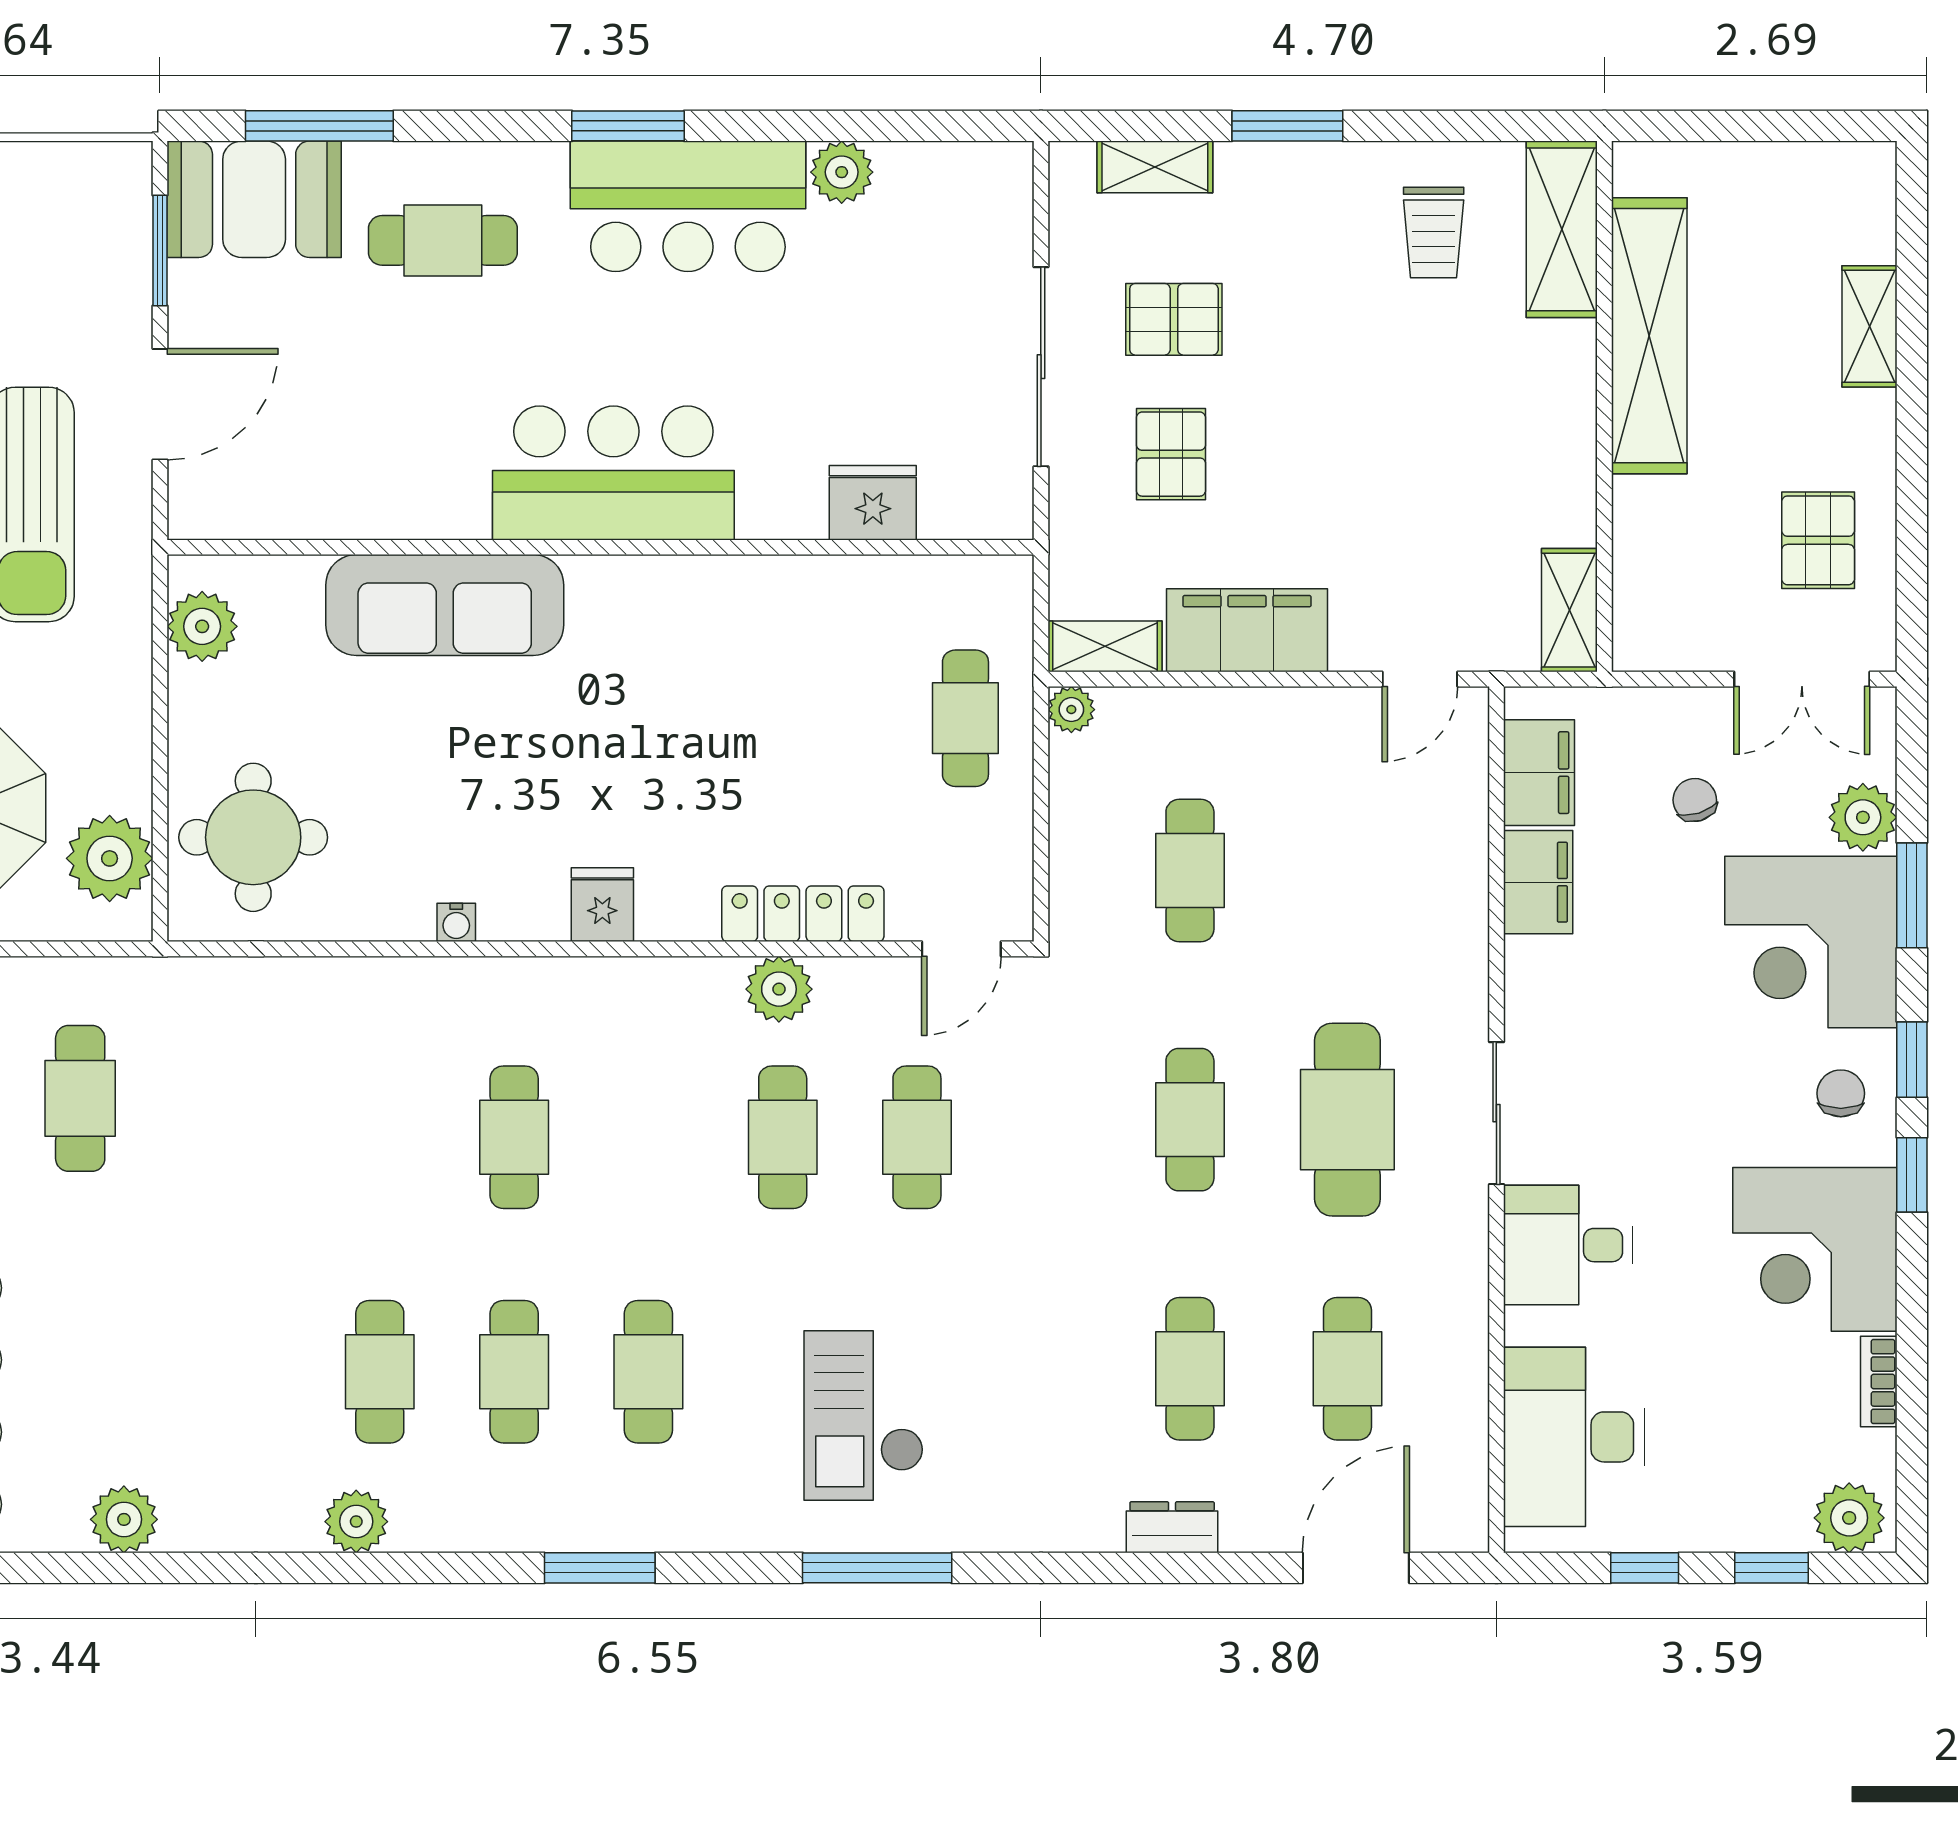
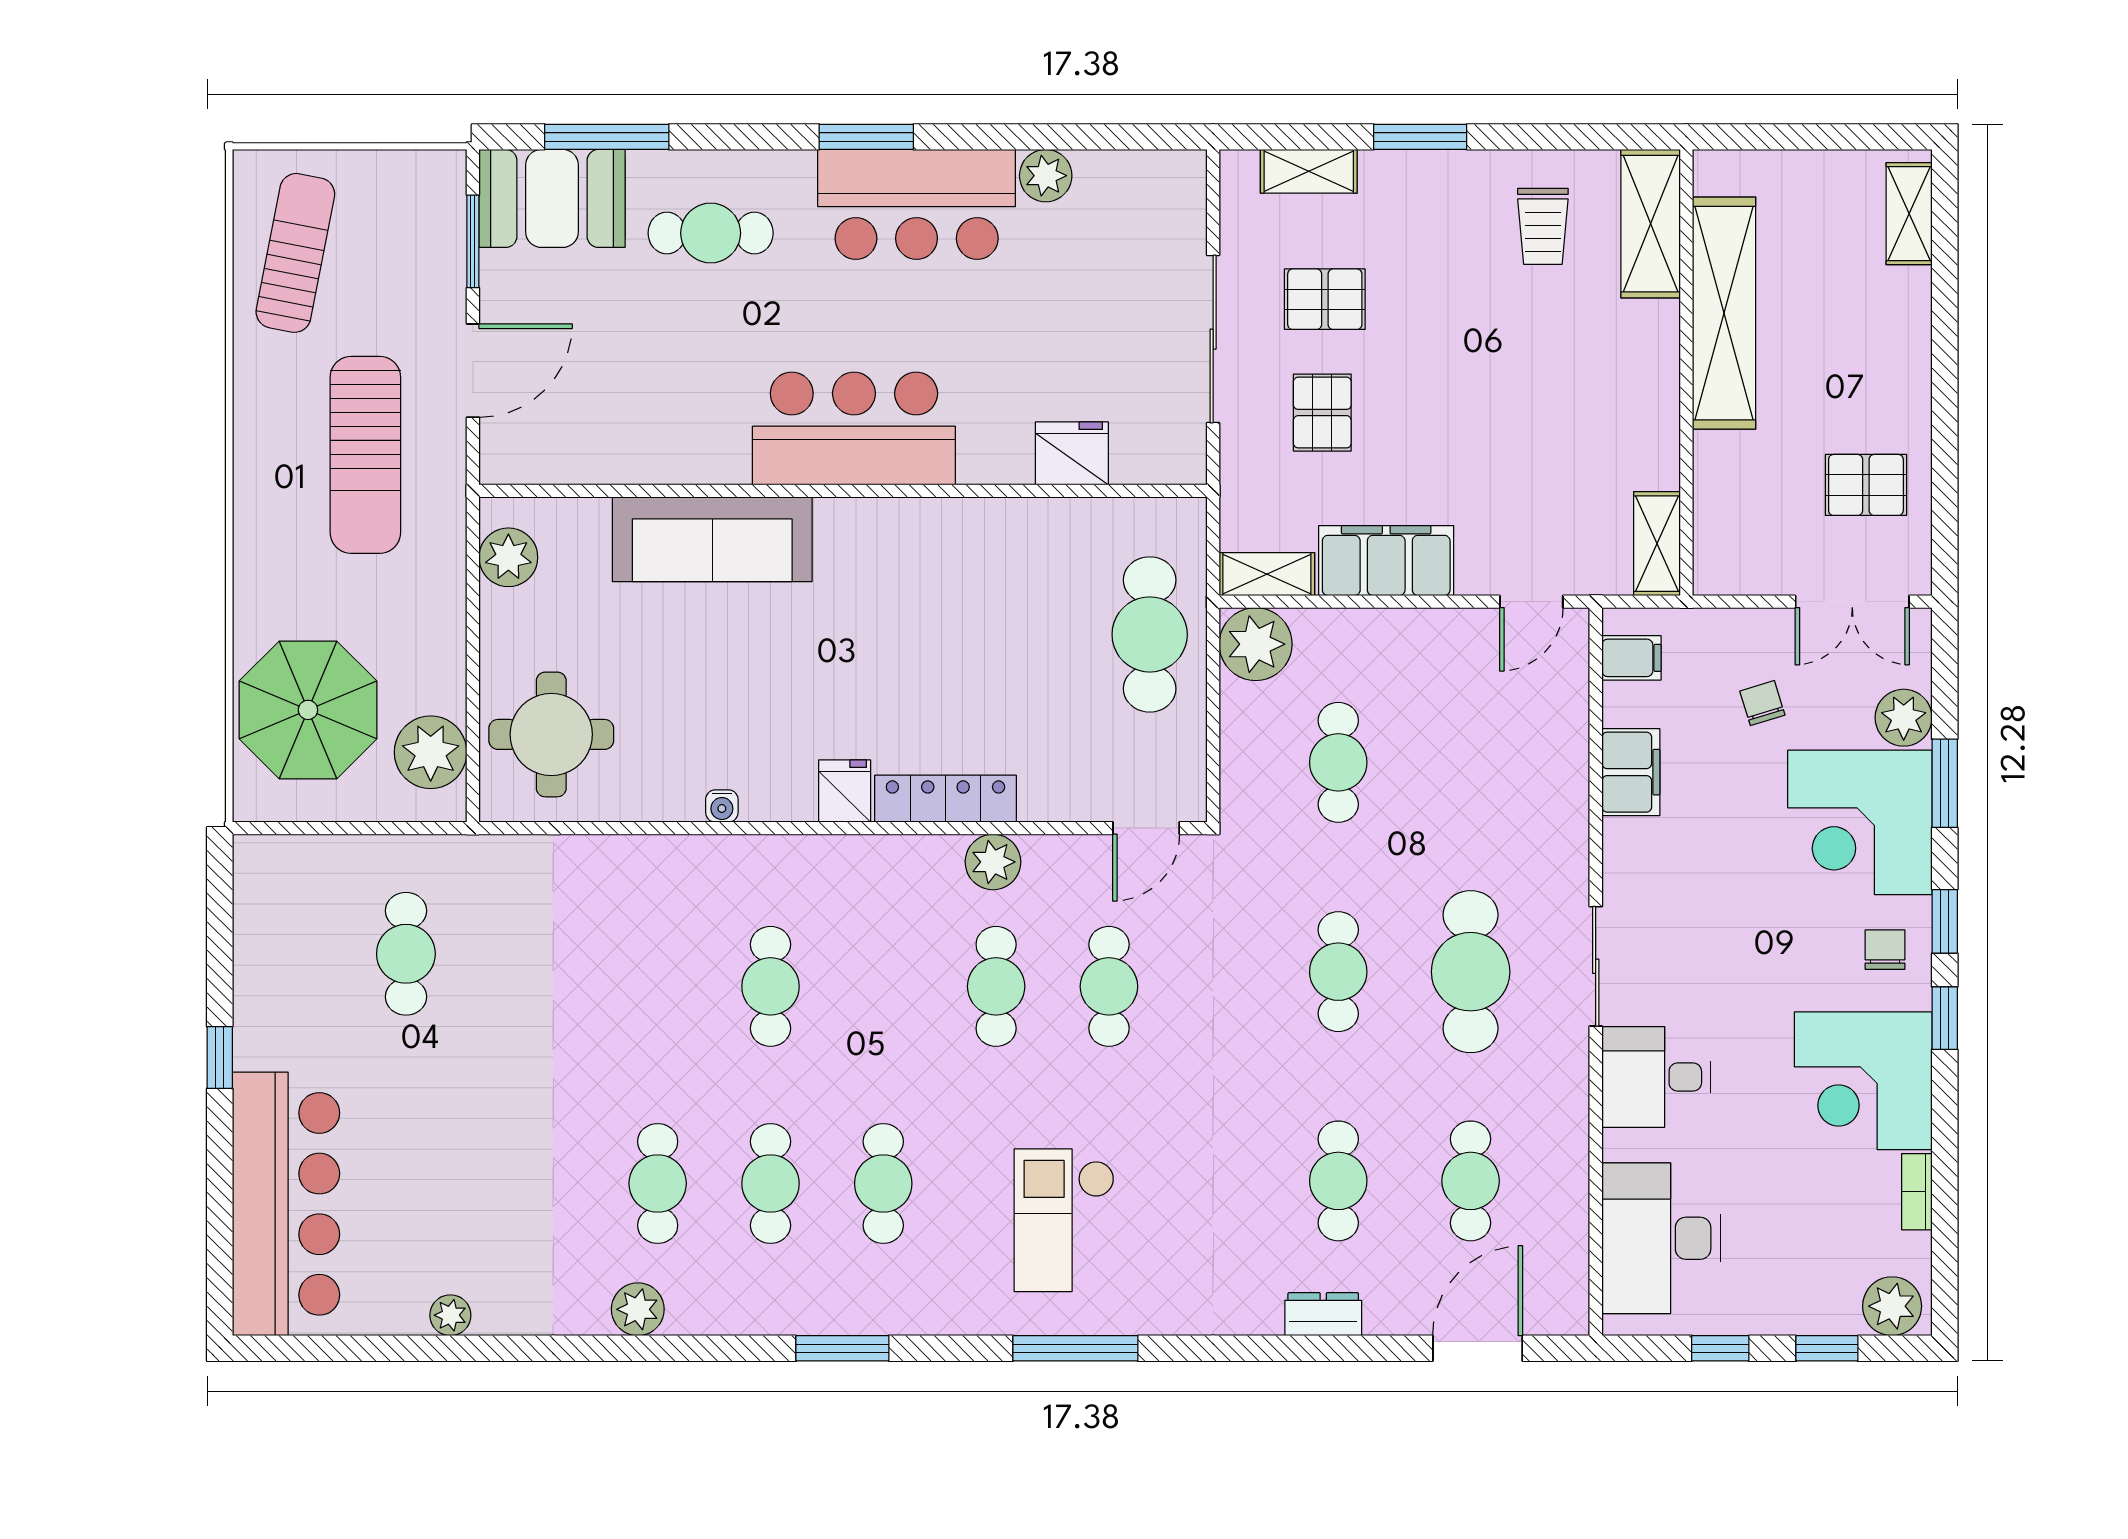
shelving: (1869, 326) -> (1909, 214), moved
pallet: (1818, 540) -> (1866, 485), turned 90
plant: (1071, 710) -> (1256, 644), width x1.88, depth x1.88
cafe table: (965, 718) -> (1150, 634), width x1.37, depth x1.35
filing cabinet: (1539, 773) -> (1631, 658), width x0.50
locker: (803, 914) -> (945, 799), moved
plant: (124, 1519) -> (450, 1315), width x0.73, depth x0.73

